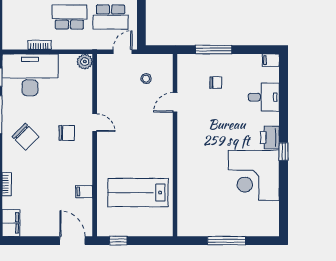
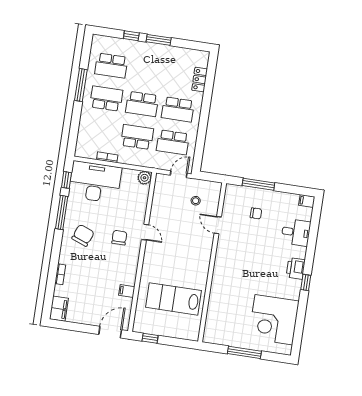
door: (175, 102) -> (218, 225), hinge flipped
chair: (67, 133) -> (119, 238), turned -90
chair: (26, 137) -> (83, 235), turned -114
corner desk: (254, 175) -> (274, 320), moved
door: (72, 241) -> (110, 332), hinge flipped

